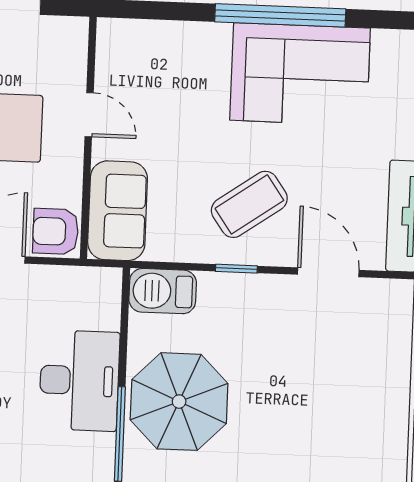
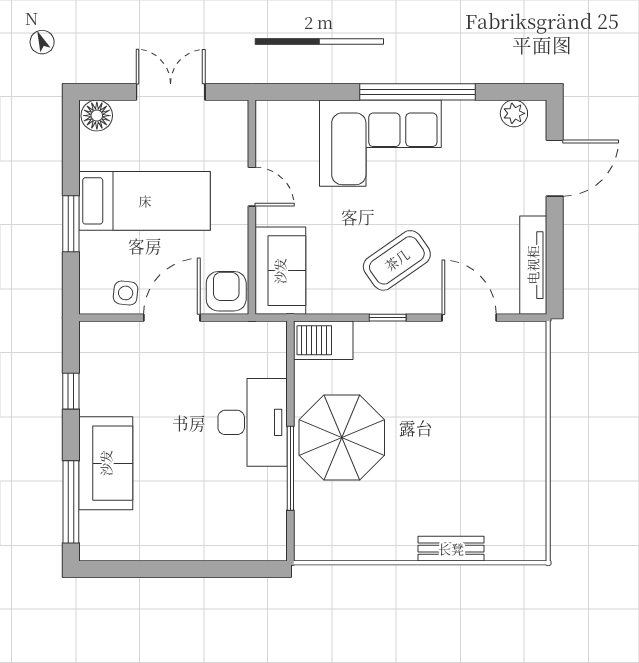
plant: (388, 44) -> (514, 113), added
corner sofa: (300, 74) -> (380, 143), moved
armchair: (56, 231) -> (226, 291), turned 90

